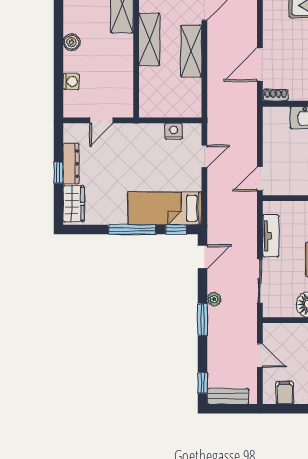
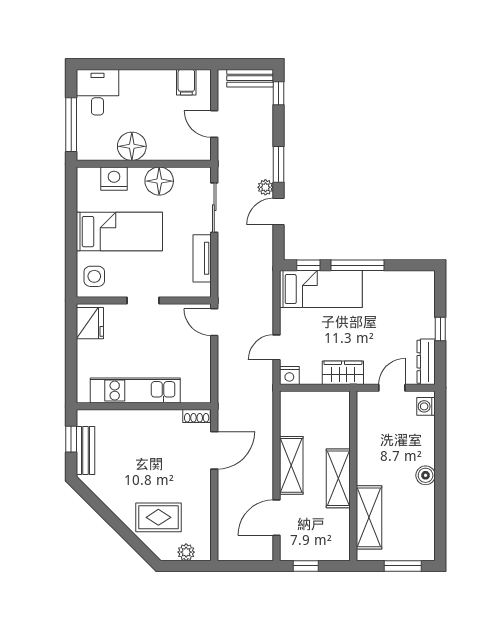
washing machine: (71, 82) -> (426, 406), moved
nightstand: (174, 131) -> (289, 376), moved
dresser: (71, 164) -> (426, 362), moved
door: (260, 179) -> (214, 322), swing flipped
wardrobe: (74, 204) -> (343, 373), moved, turned 90
door: (203, 257) -> (278, 212), moved

